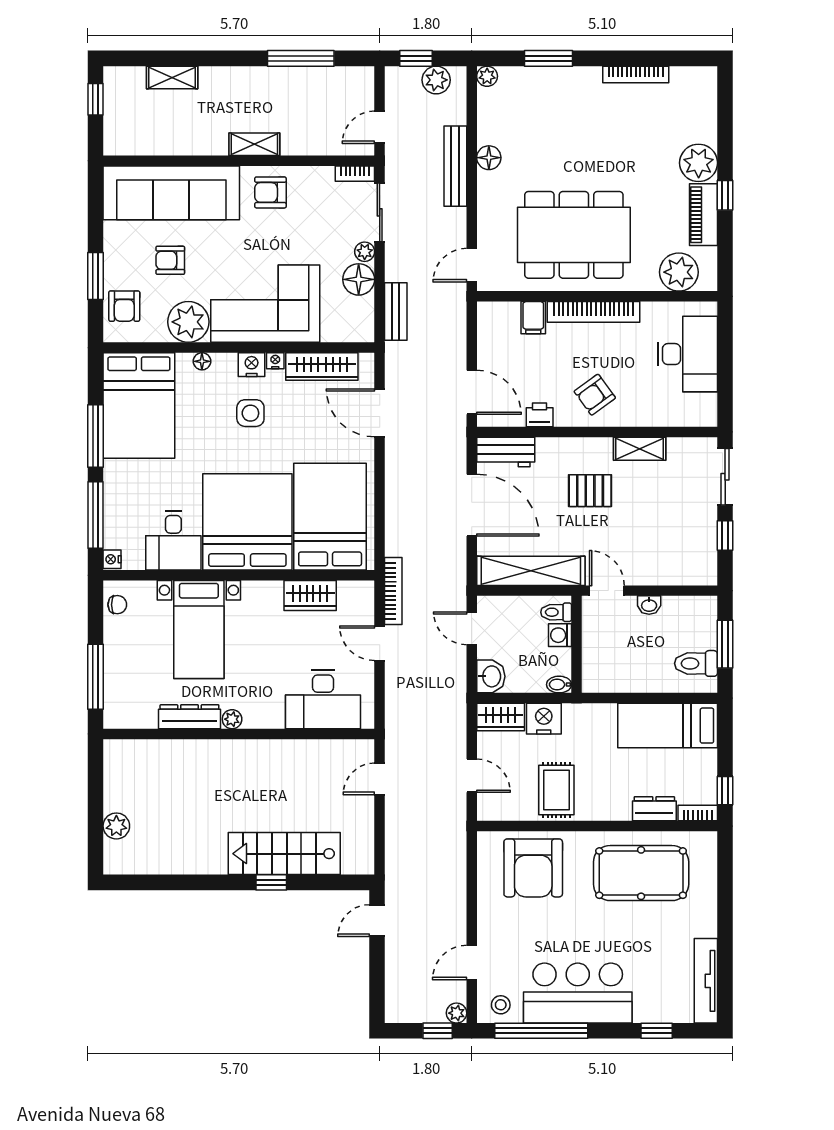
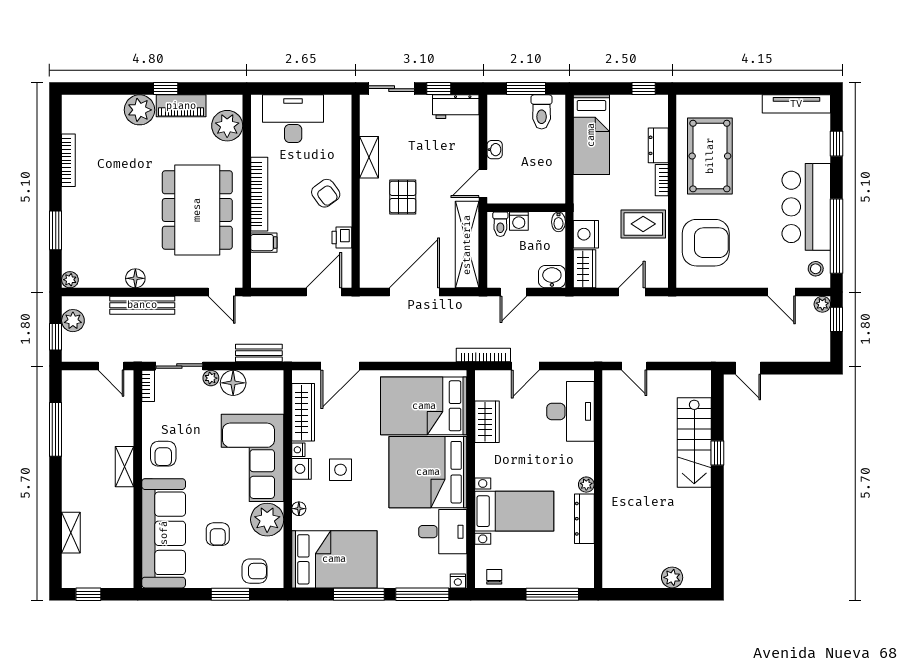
workbench: (506, 452) -> (456, 107), moved, turned 90
bookcase: (698, 813) -> (662, 180), moved

